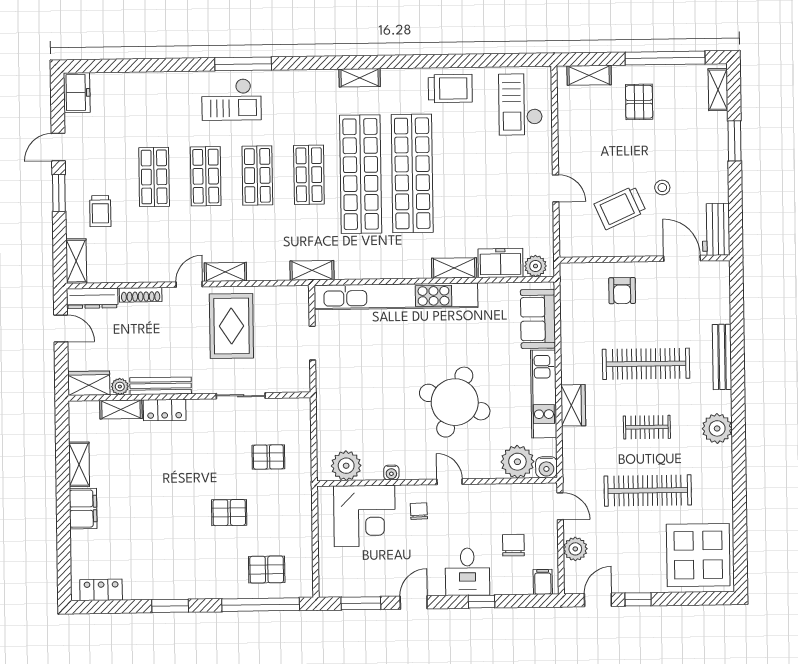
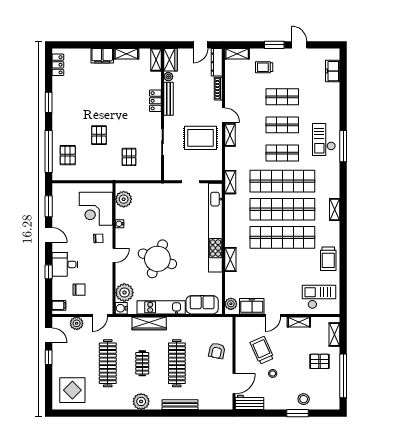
shelving: (718, 90) -> (299, 322), moved
freezer: (77, 93) -> (333, 71), moved, turned 90
stool: (709, 130) -> (304, 399), added
shop shelf: (309, 175) -> (282, 181), width x2.00, depth x1.36
freezer: (500, 263) -> (252, 306), moved, turned -90
armchair: (622, 291) -> (217, 351), turned -79
wardrobe: (573, 405) -> (149, 323), width x1.50
shelving: (121, 409) -> (156, 60), moved
display table: (698, 555) -> (72, 390), width x0.73, depth x0.73

